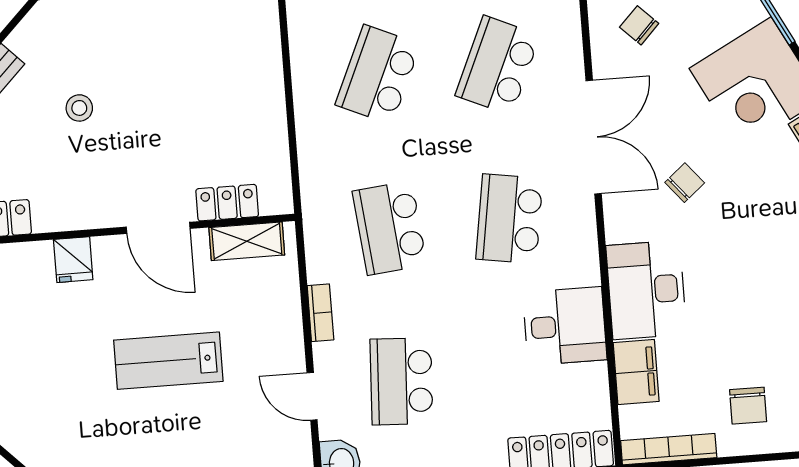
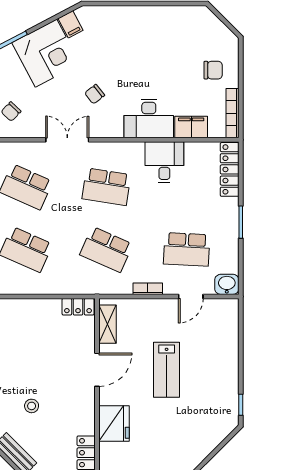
double door: (594, 137) -> (67, 140), width x0.73
chair: (685, 183) -> (95, 94), turned -88
locker: (227, 203) -> (78, 307), moved, turned -90
school desk: (390, 228) -> (106, 249), turned 30
fridge: (73, 260) -> (114, 424), width x1.88, depth x1.34

